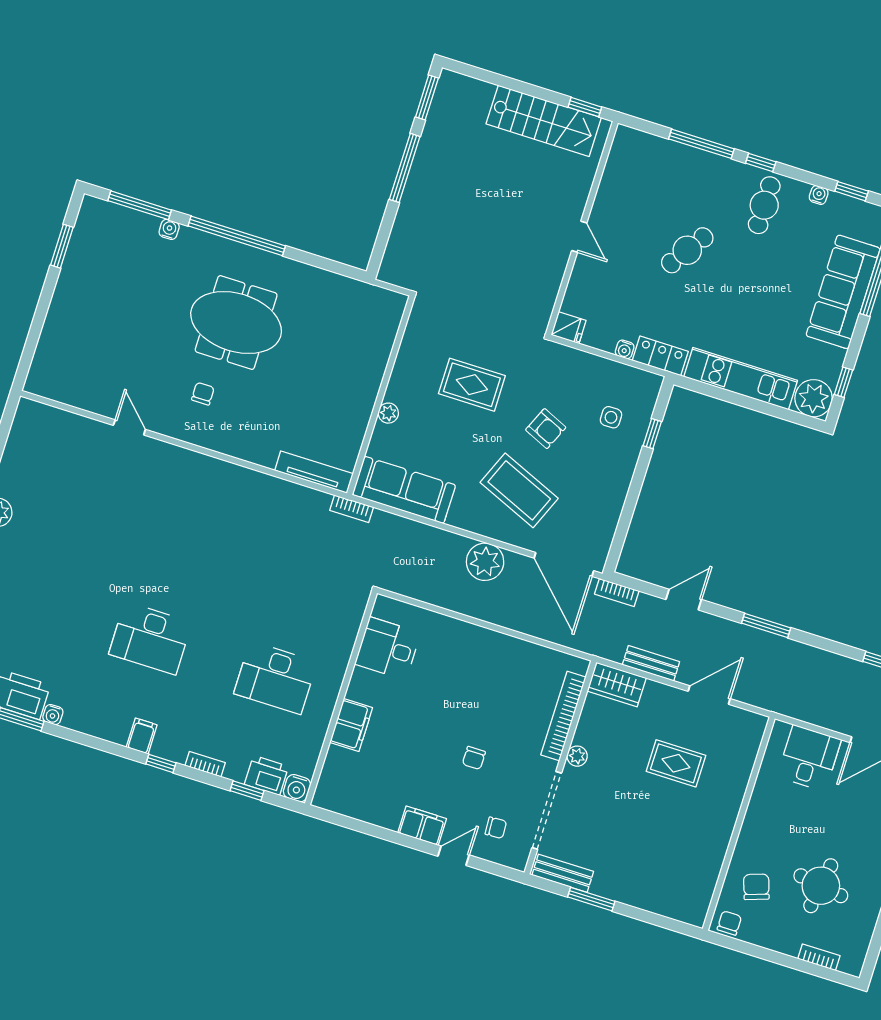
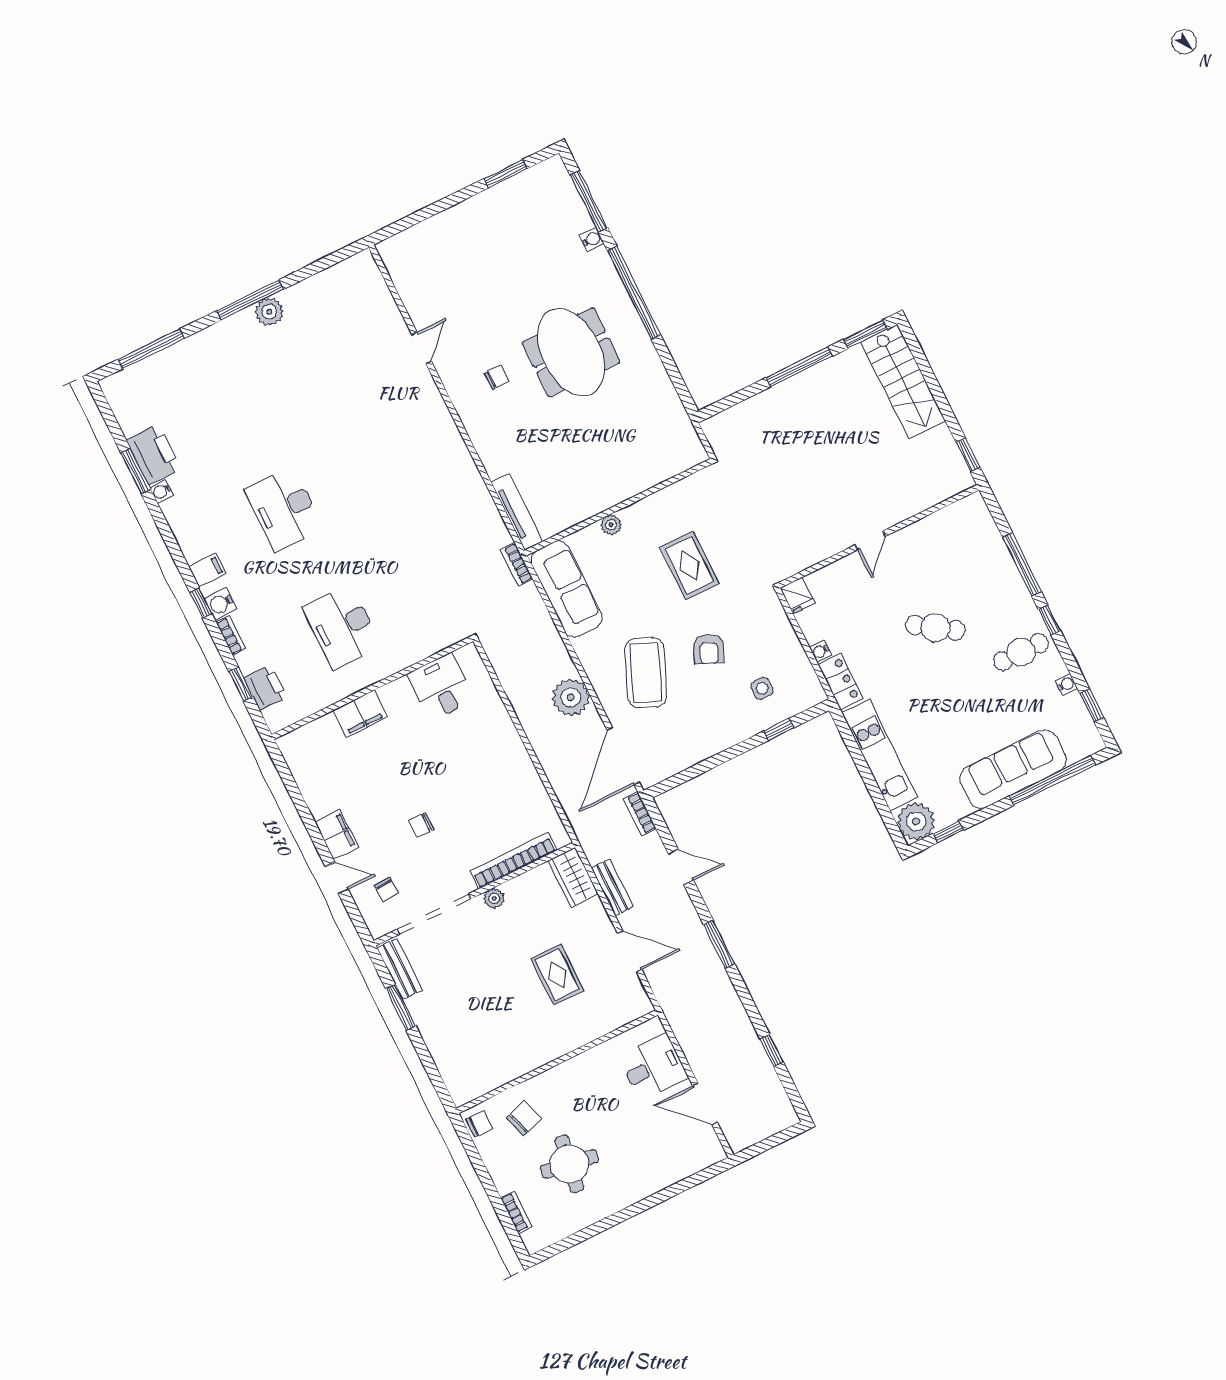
stairs: (544, 121) -> (903, 381), moved
water cooler: (297, 788) -> (221, 604), moved

